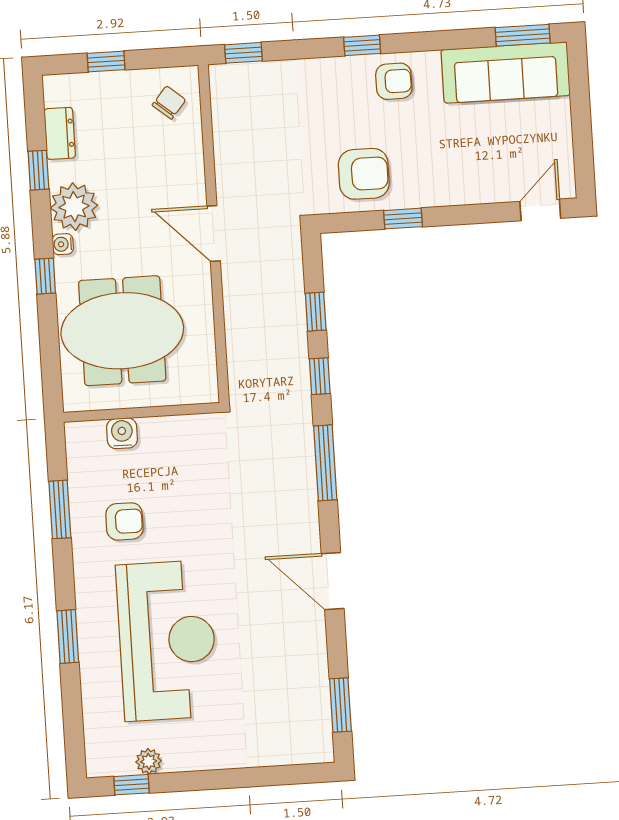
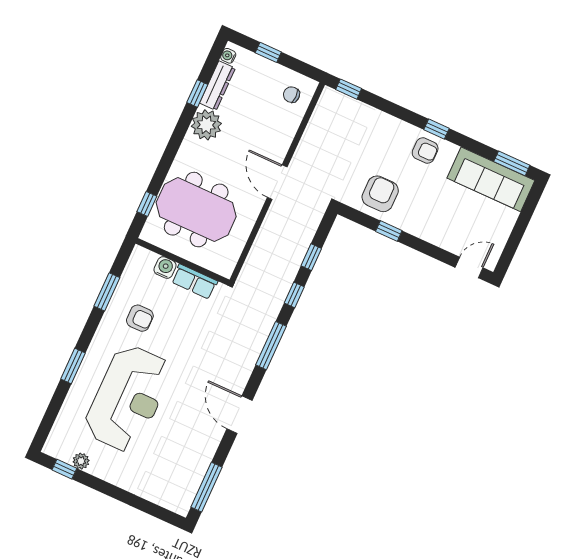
window: (362, 45) -> (437, 129), moved
chair: (169, 103) -> (291, 95), turned -130
dresser: (60, 133) -> (217, 86), width x1.44
armchair: (364, 174) -> (380, 194), turned -90
water cooler: (63, 244) -> (228, 56), moved
window: (45, 276) -> (147, 204), moved
row of seats: (173, 431) -> (194, 282), added
window: (340, 705) -> (207, 487), width x1.44

